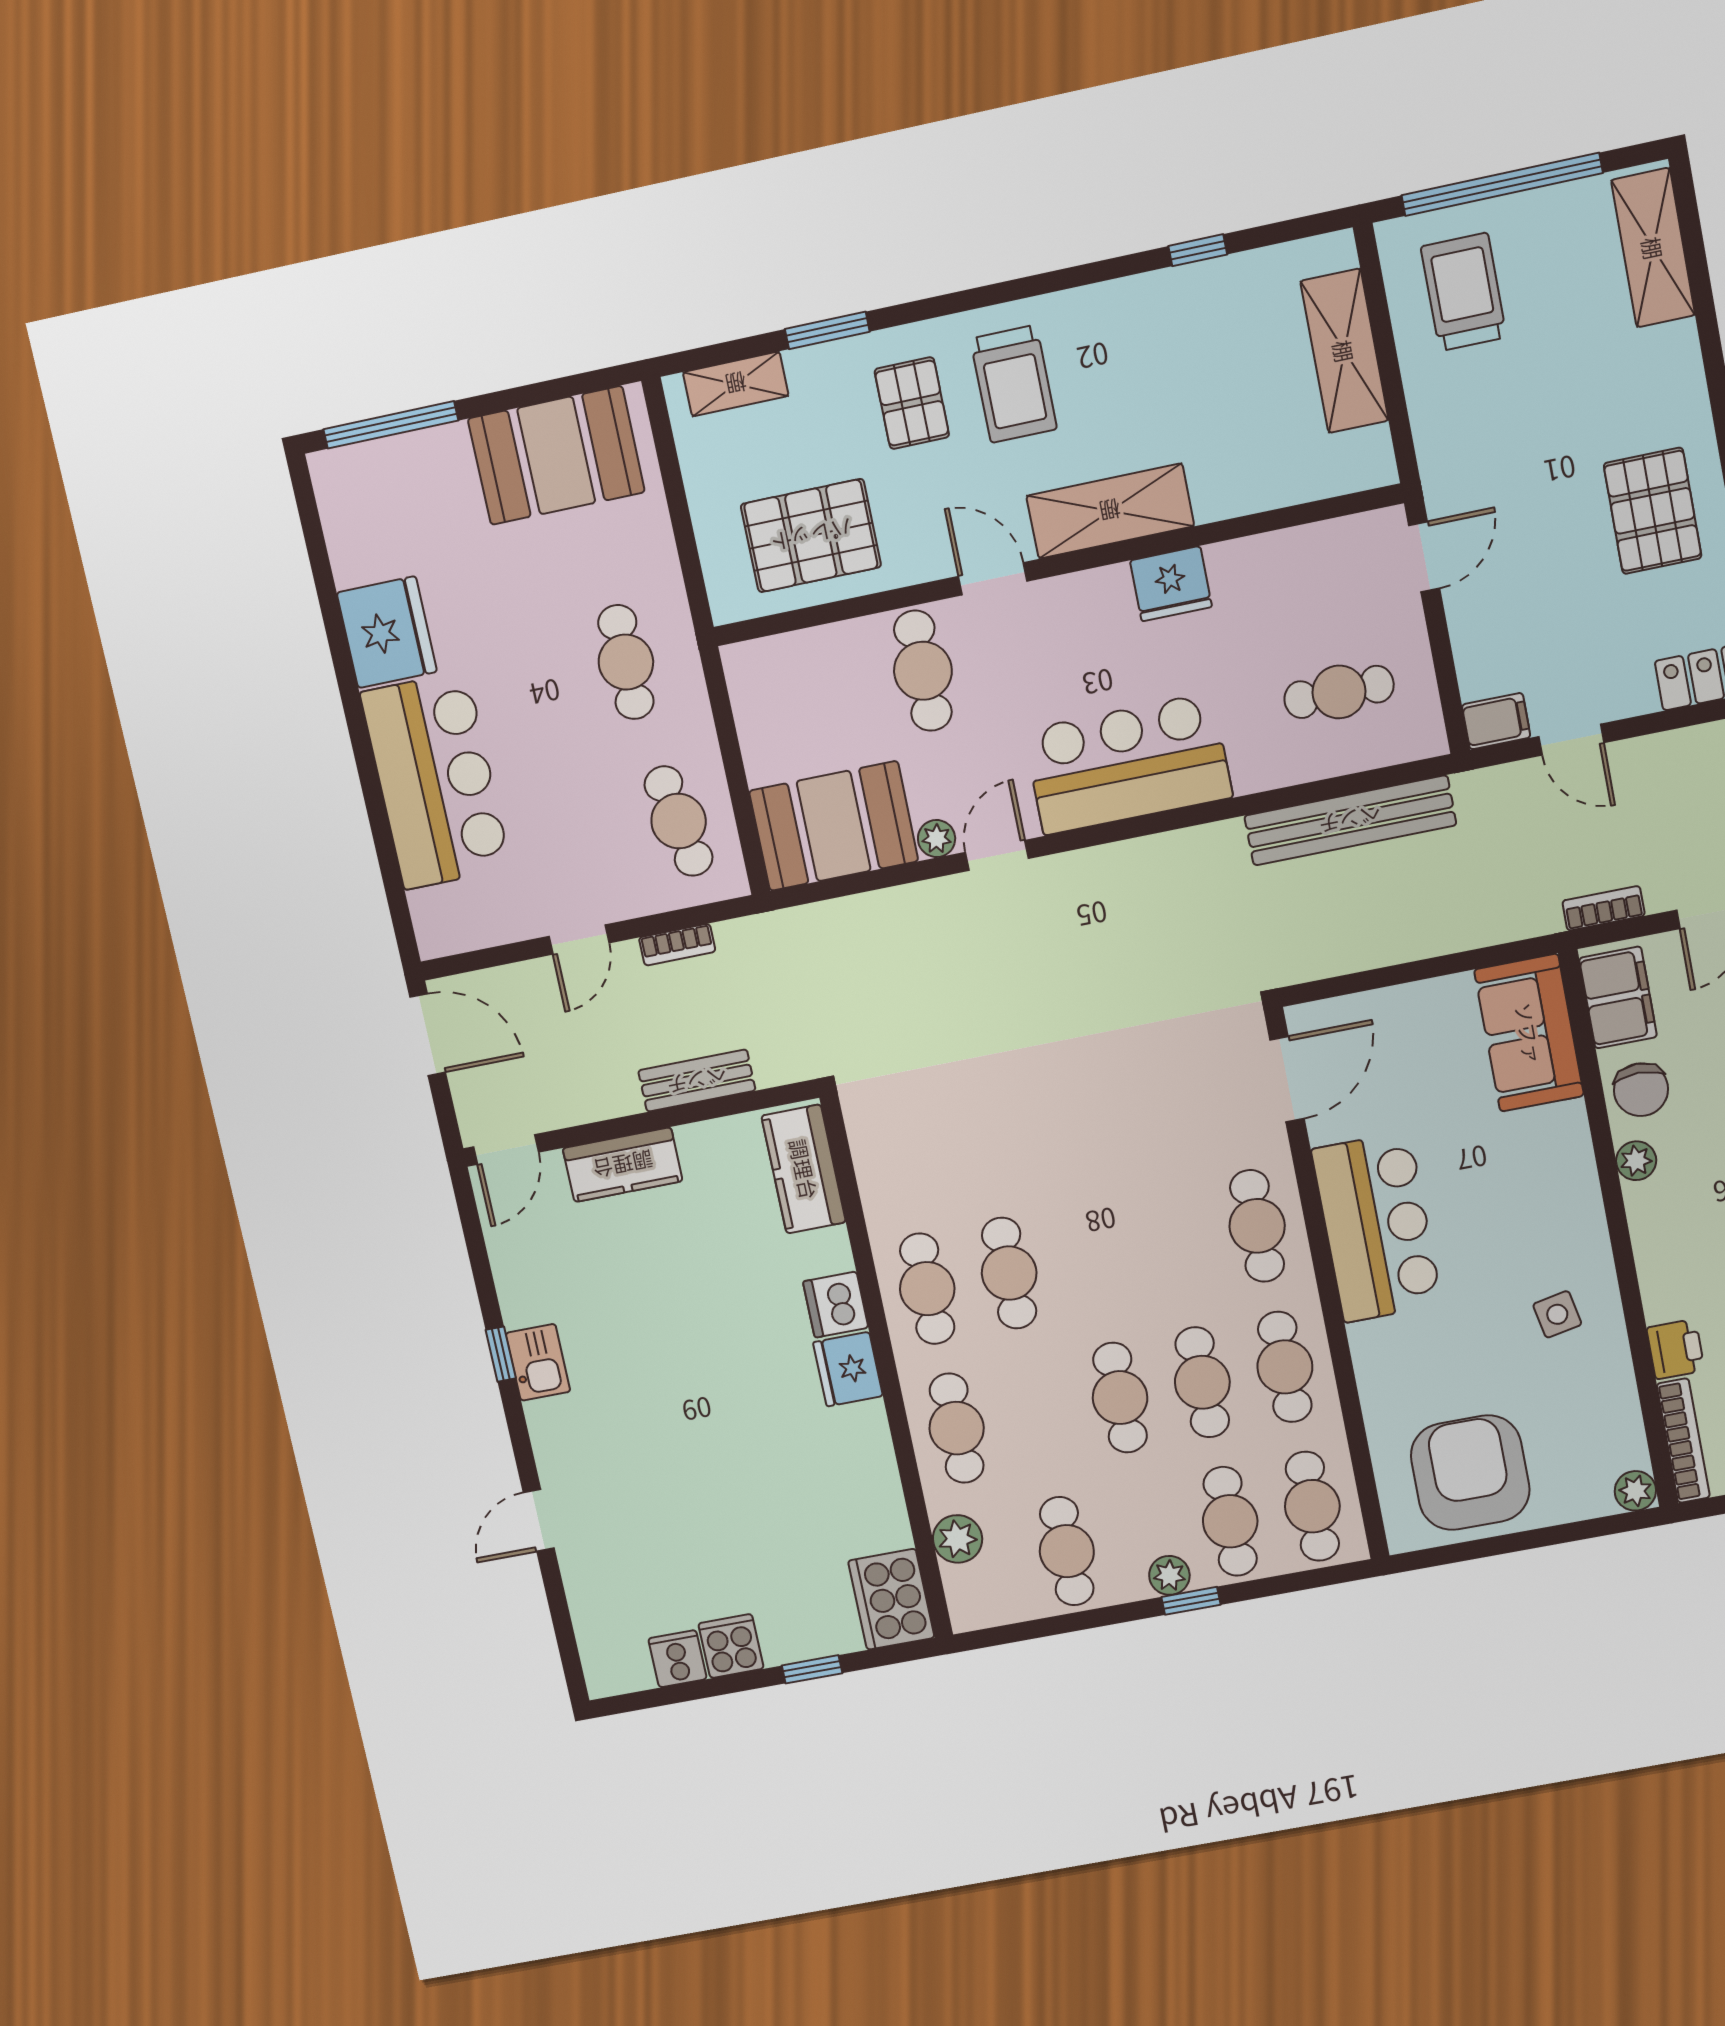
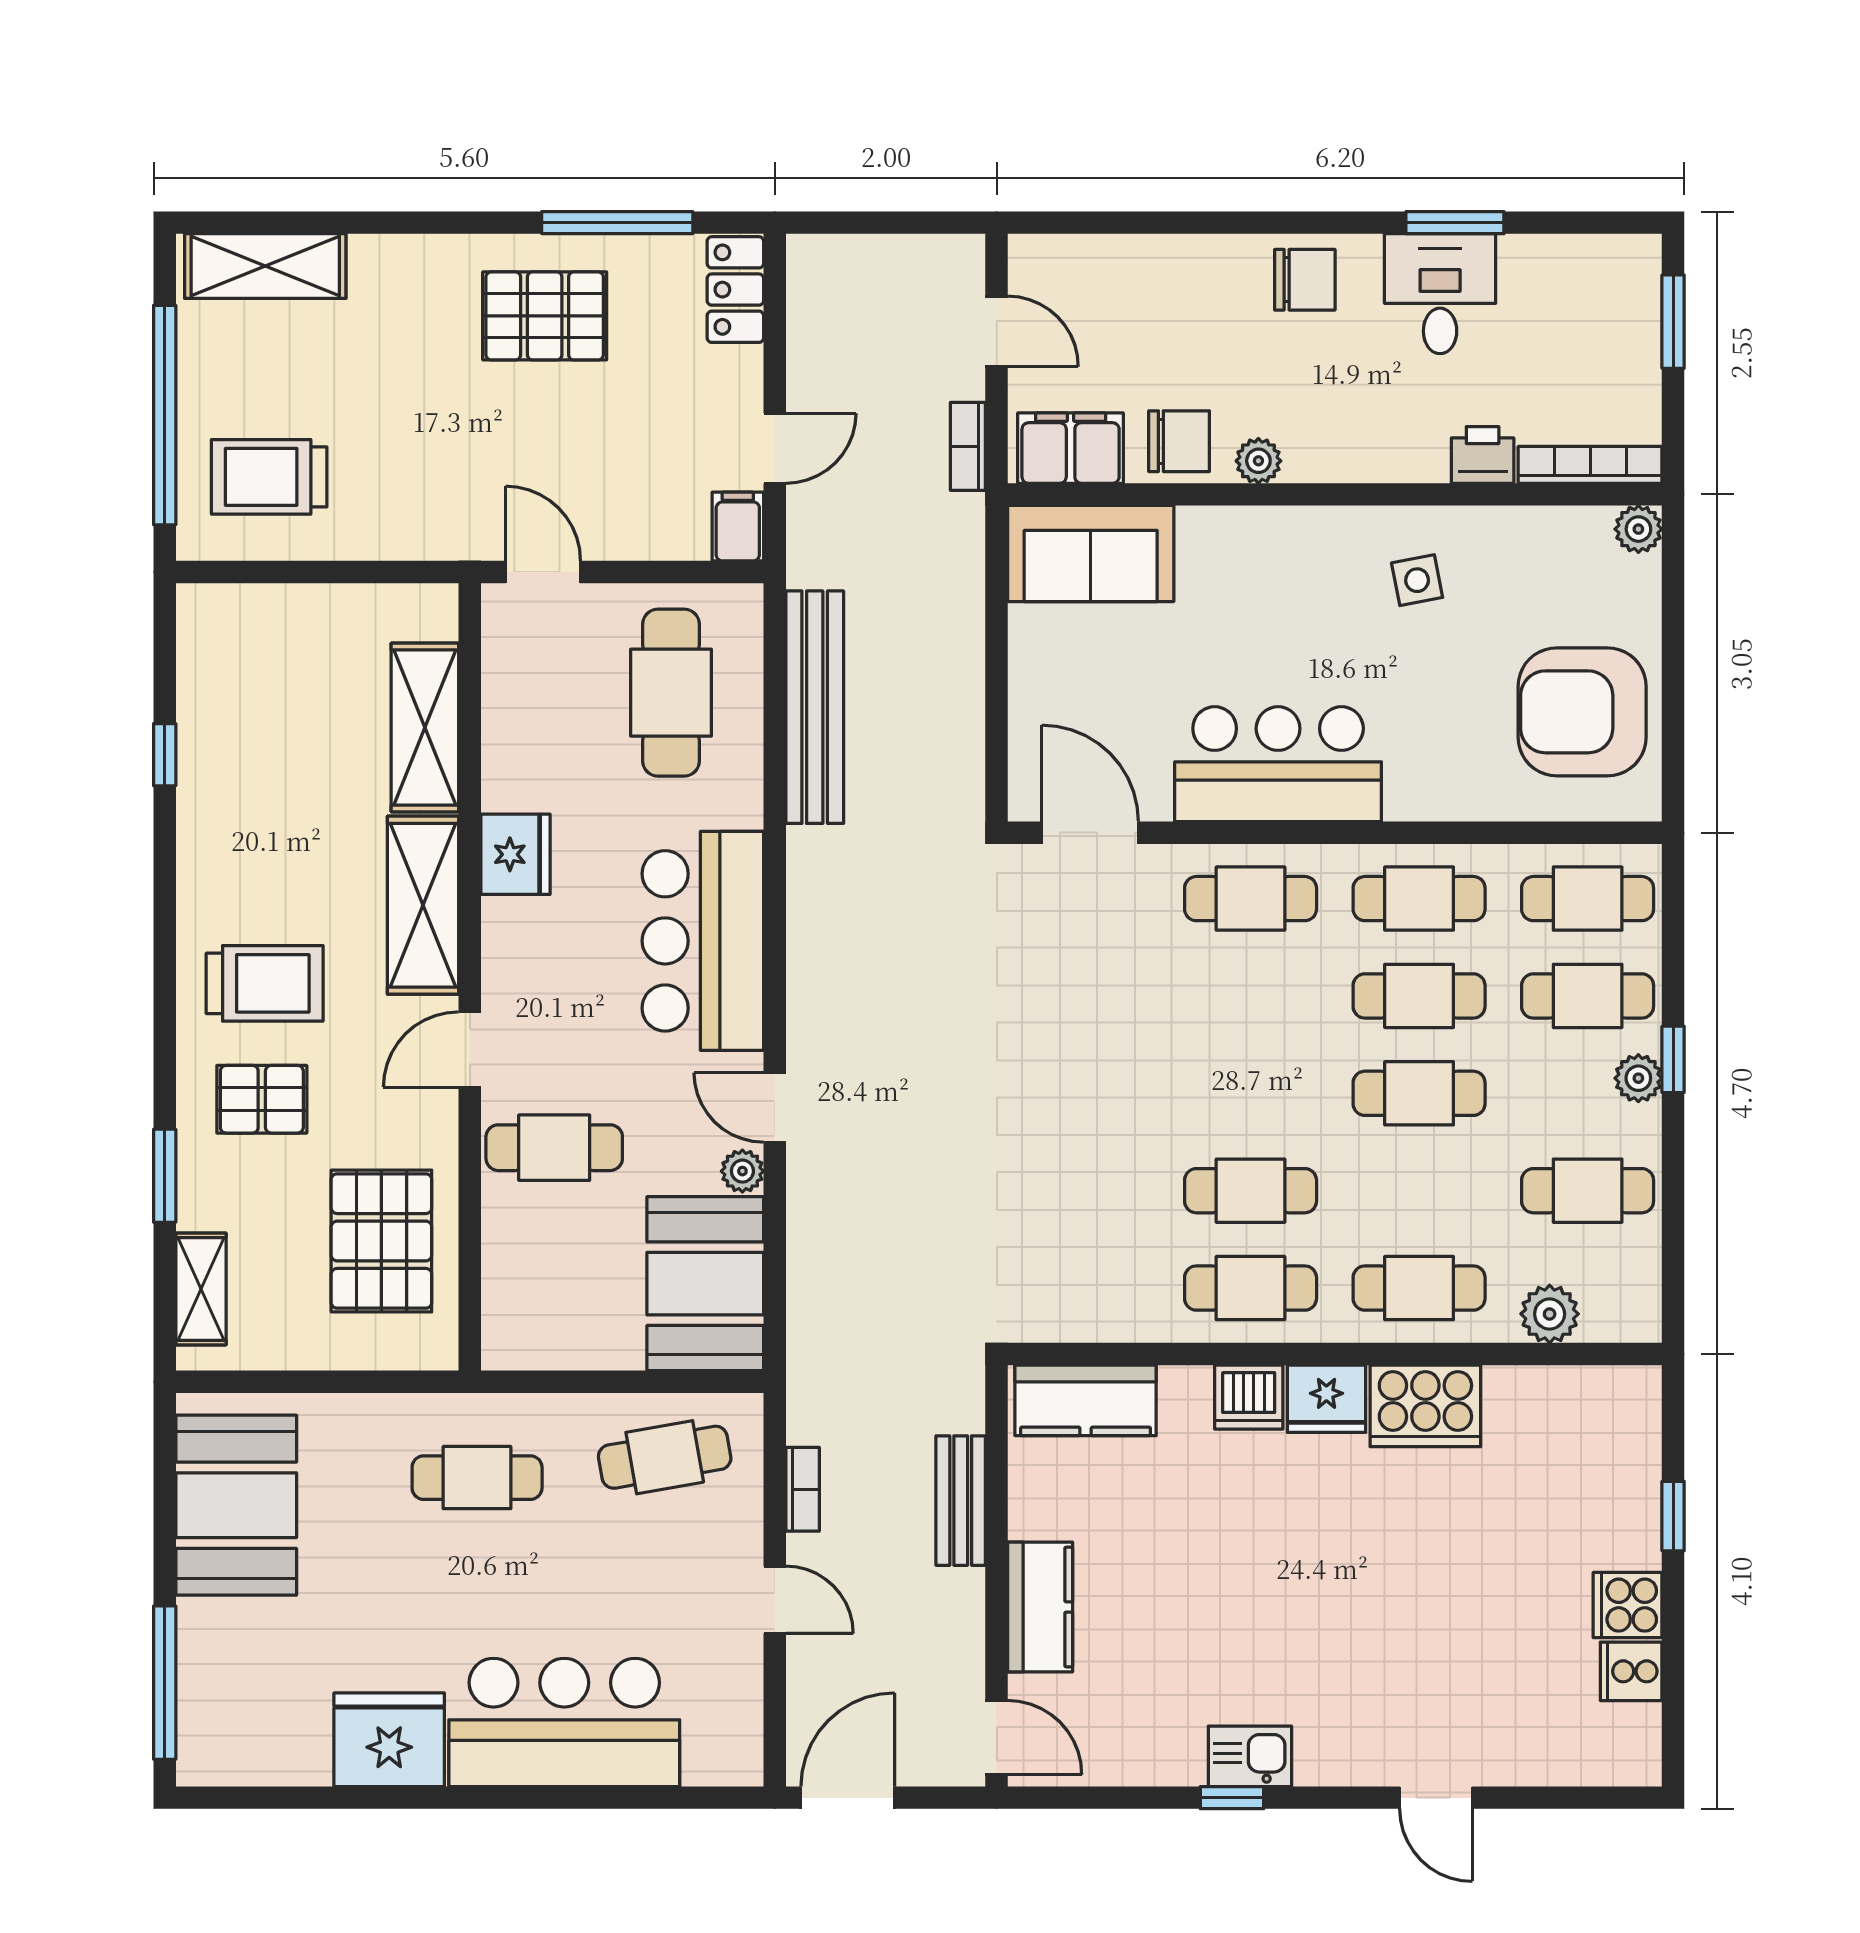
shelving: (1344, 351) -> (425, 728), moved, turned 90
cafe table: (1339, 692) -> (671, 693), width x1.37, depth x1.35
cooker: (891, 1599) -> (1425, 1406), moved

